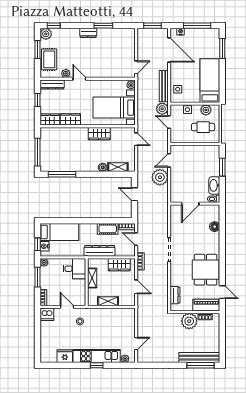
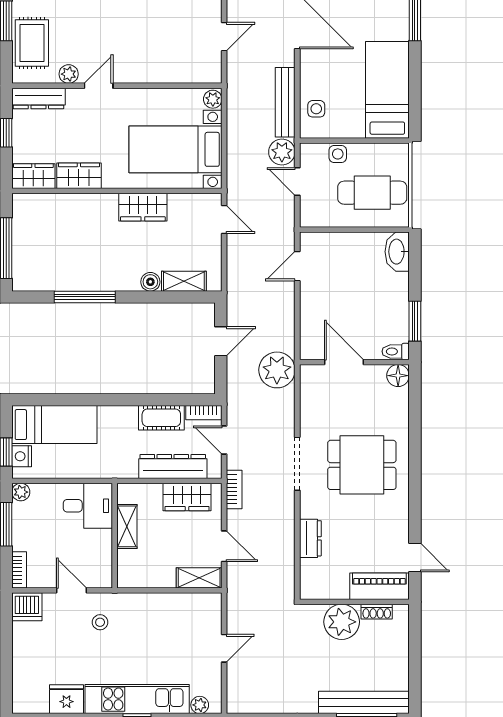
door: (136, 67) -> (224, 37), moved
door: (79, 79) -> (99, 86), hinge flipped
plant: (206, 110) -> (379, 155), removed
cafe table: (203, 127) -> (372, 193), width x1.37, depth x1.35
window: (222, 167) -> (415, 321), moved
window: (62, 174) -> (85, 297), moved
plant: (160, 177) -> (277, 370), moved
washbasin: (214, 185) -> (397, 252), moved
door: (135, 194) -> (221, 341), swing flipped
door: (190, 204) -> (344, 362), swing flipped
floor lamp: (215, 227) -> (398, 376), moved
dresser: (100, 251) -> (173, 466), moved
dining table: (206, 270) -> (362, 465), moved, turned 90
dresser: (175, 295) -> (310, 538), moved
shelving: (108, 301) -> (199, 578), moved
door: (136, 344) -> (224, 648), moved

